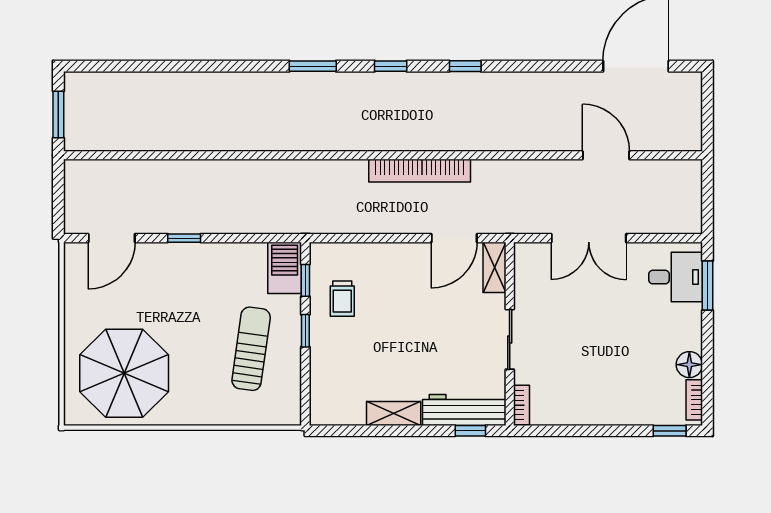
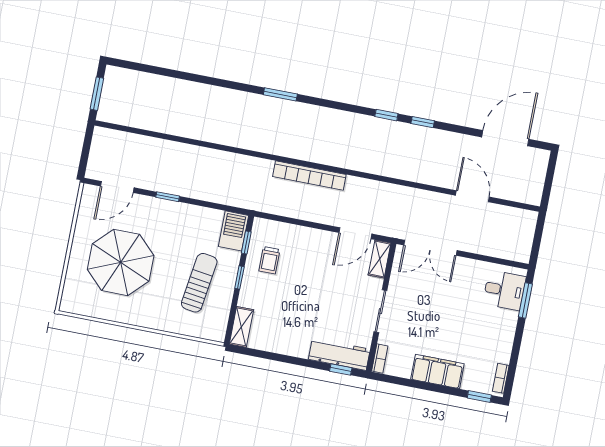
window: (391, 66) -> (423, 122), moved
bookcase: (420, 171) -> (309, 176), moved
double door: (589, 238) -> (430, 248), moved
floor lamp: (689, 365) -> (502, 353), removed
parasol: (124, 373) -> (121, 262), moved
filing cabinet: (605, 408) -> (437, 371), added
shelving: (394, 413) -> (241, 327), moved, turned 90

